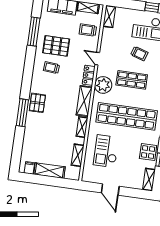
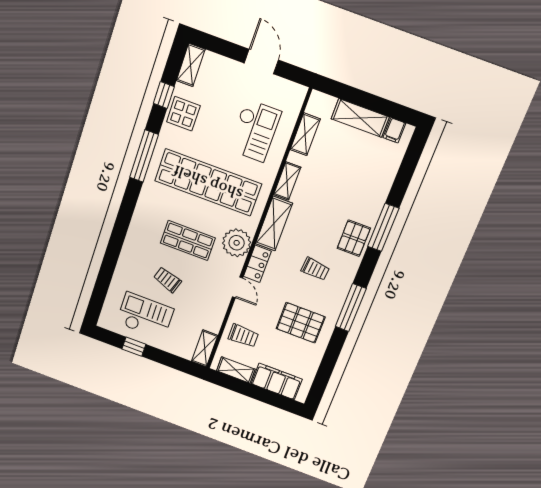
window: (34, 32) -> (351, 308), moved
trolley: (51, 68) -> (315, 269), moved

